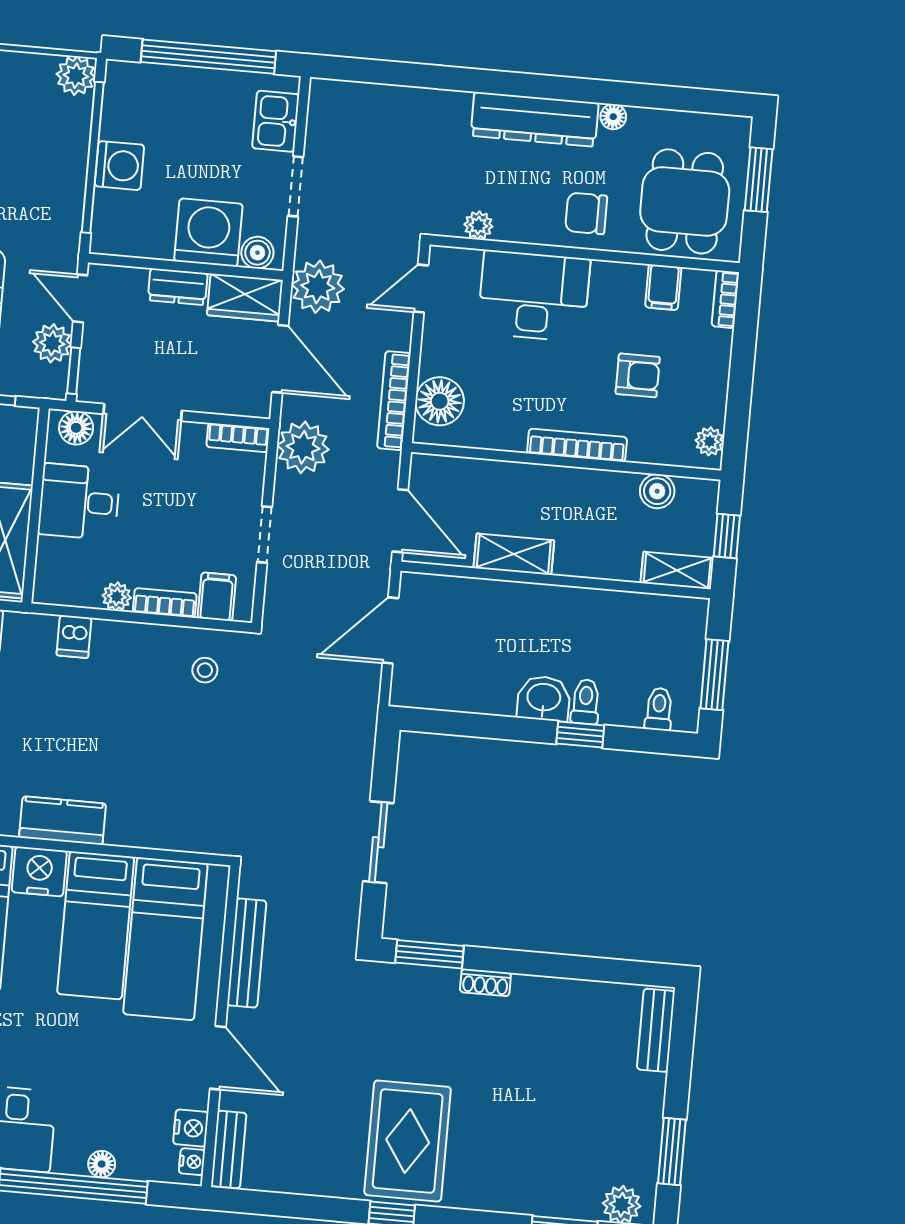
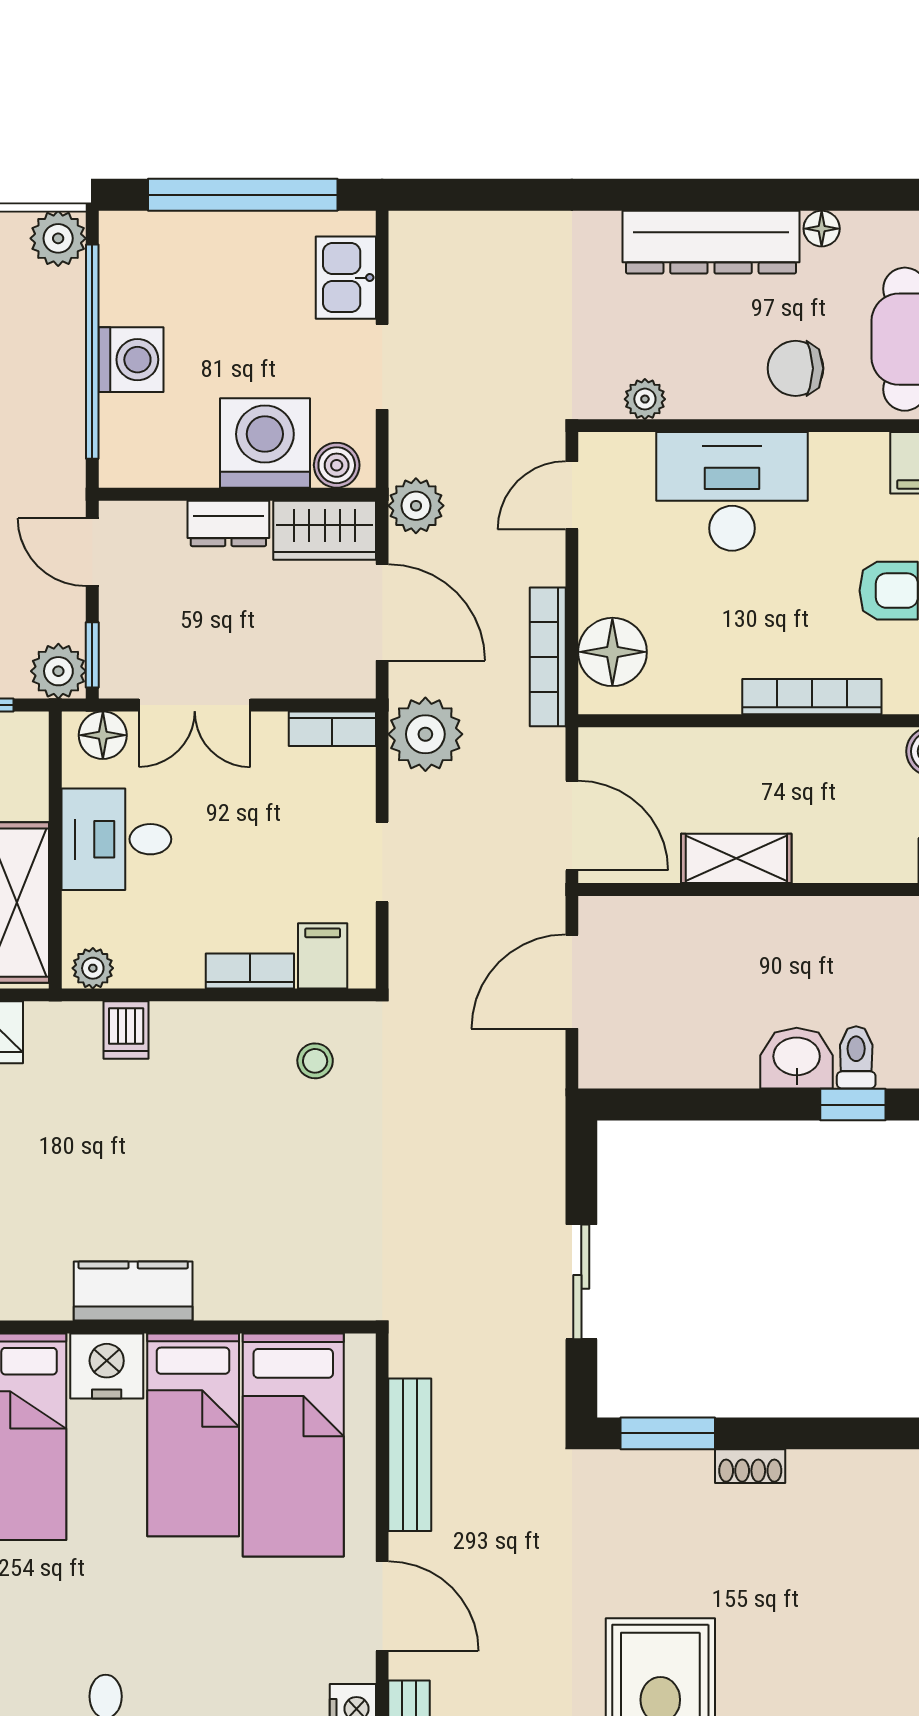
plant: (318, 287) -> (416, 506), width x0.73, depth x0.73
plant: (52, 343) -> (58, 671), moved
plant: (117, 597) -> (93, 968), moved

